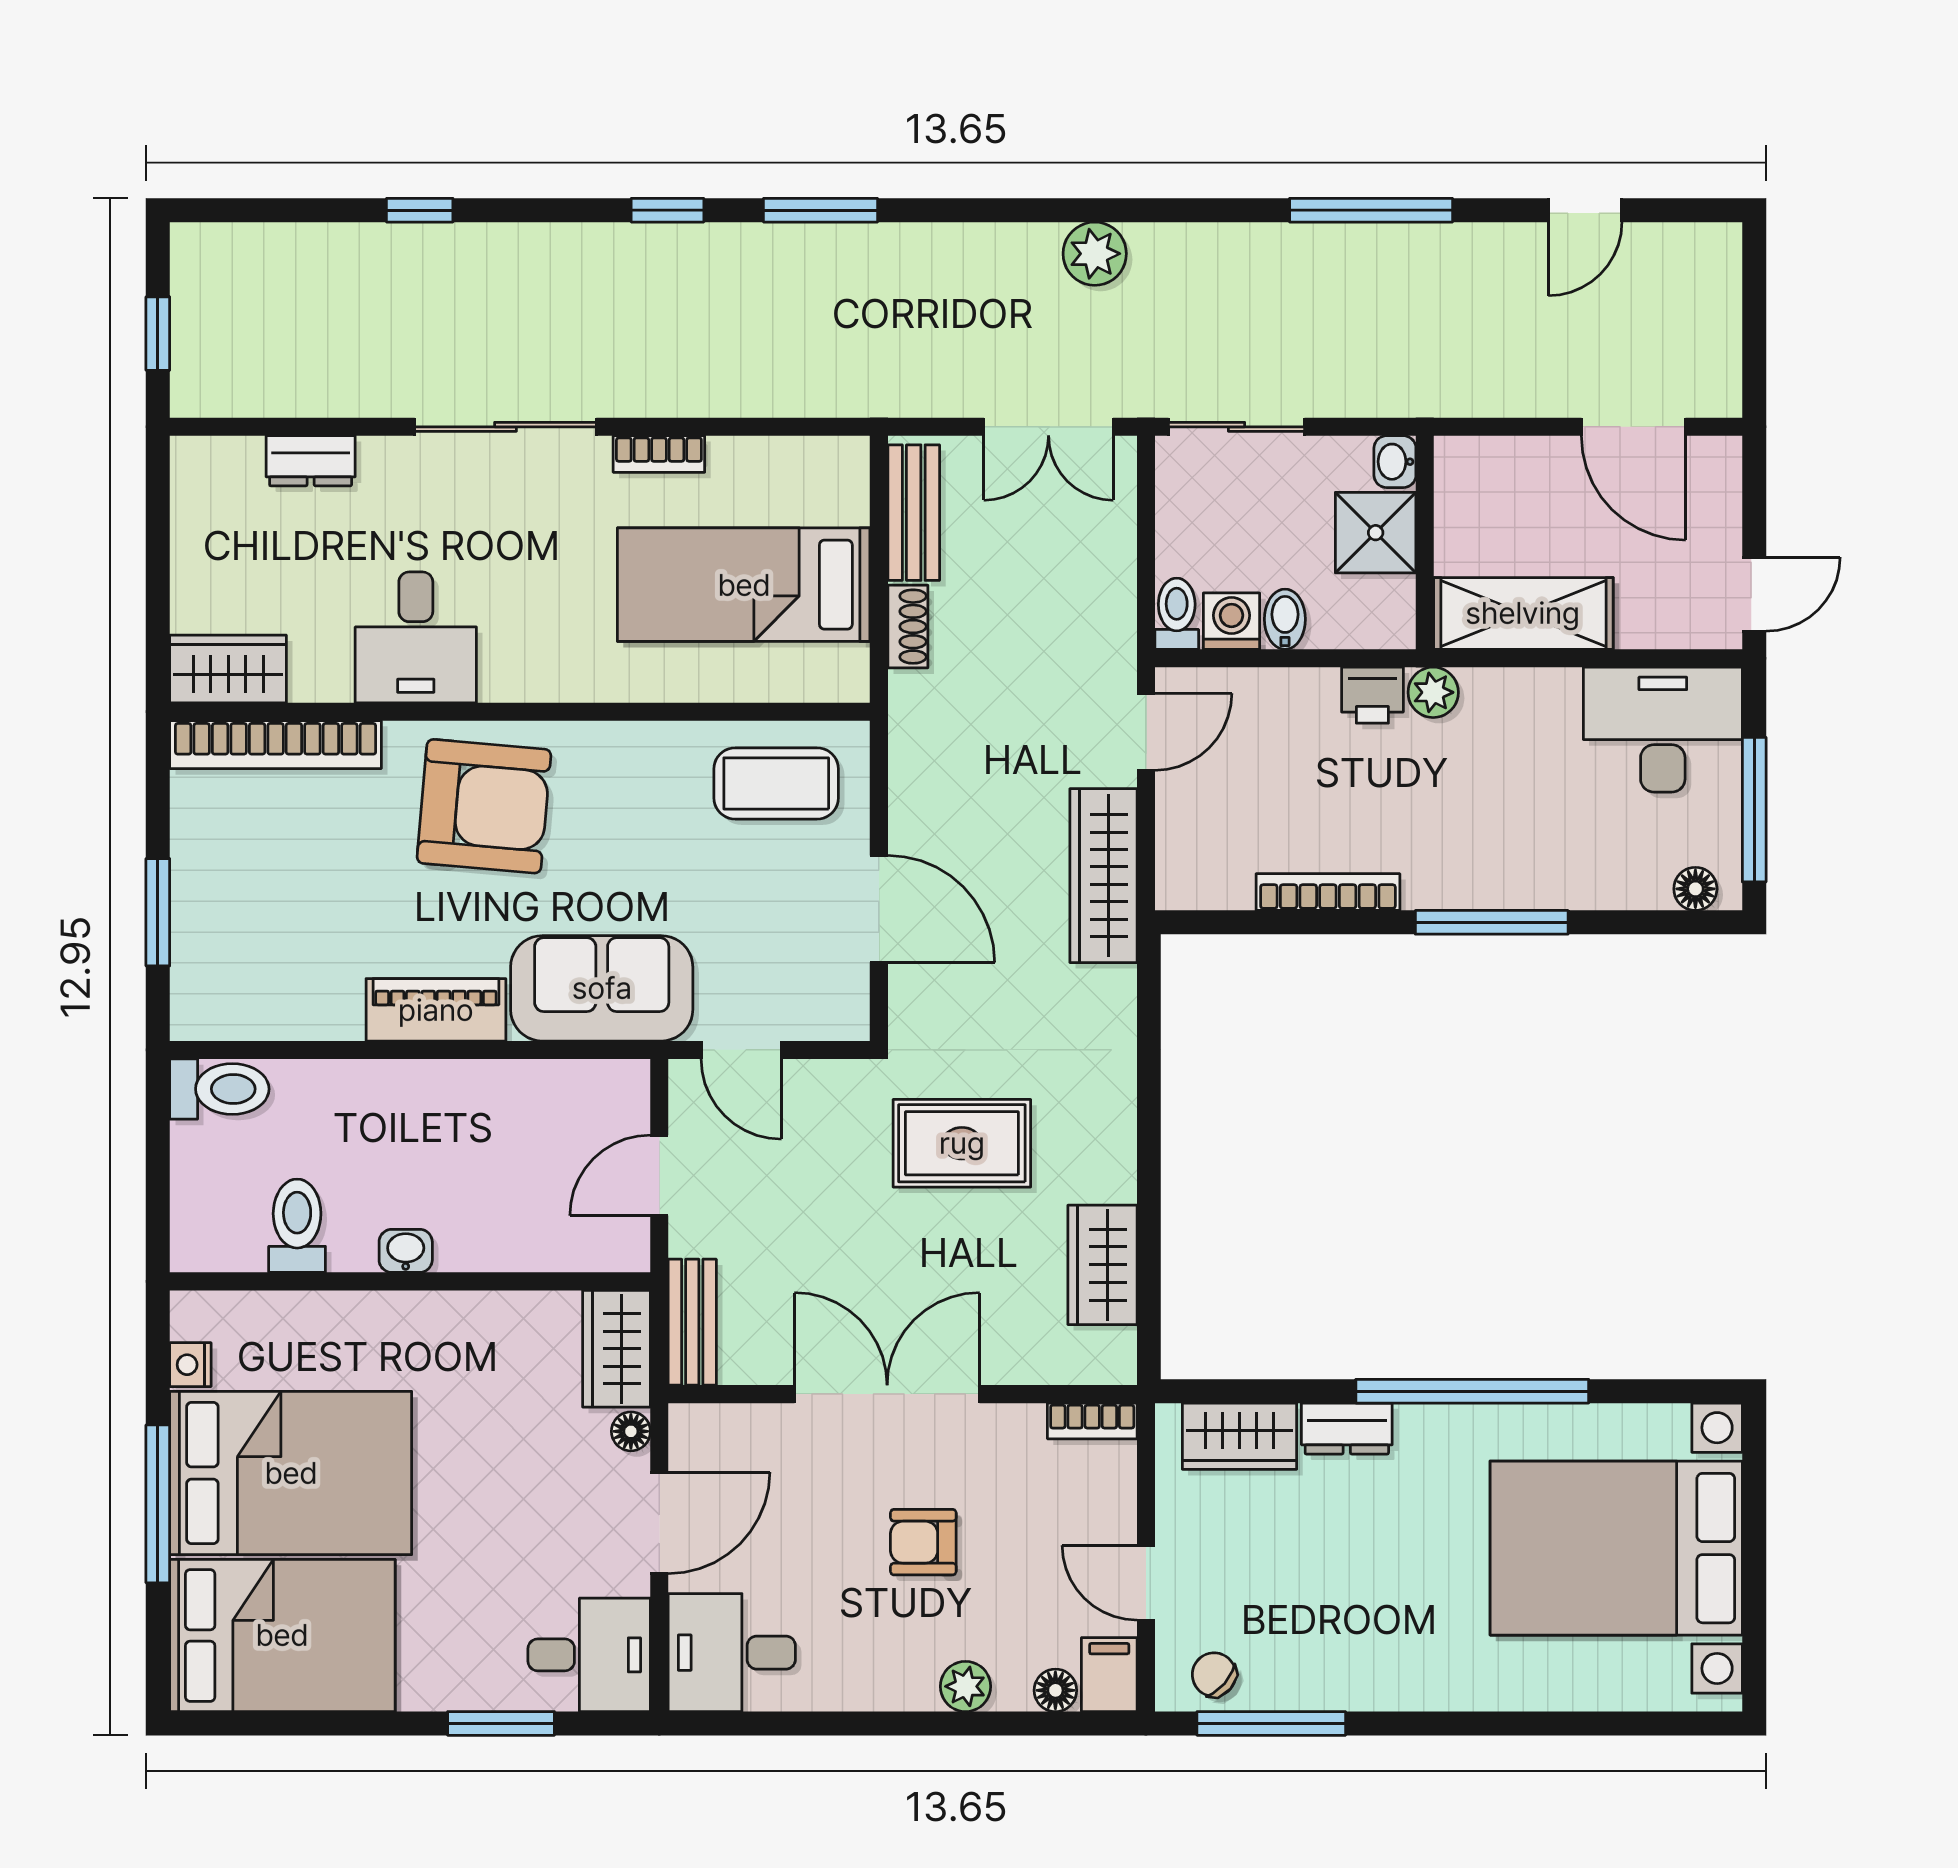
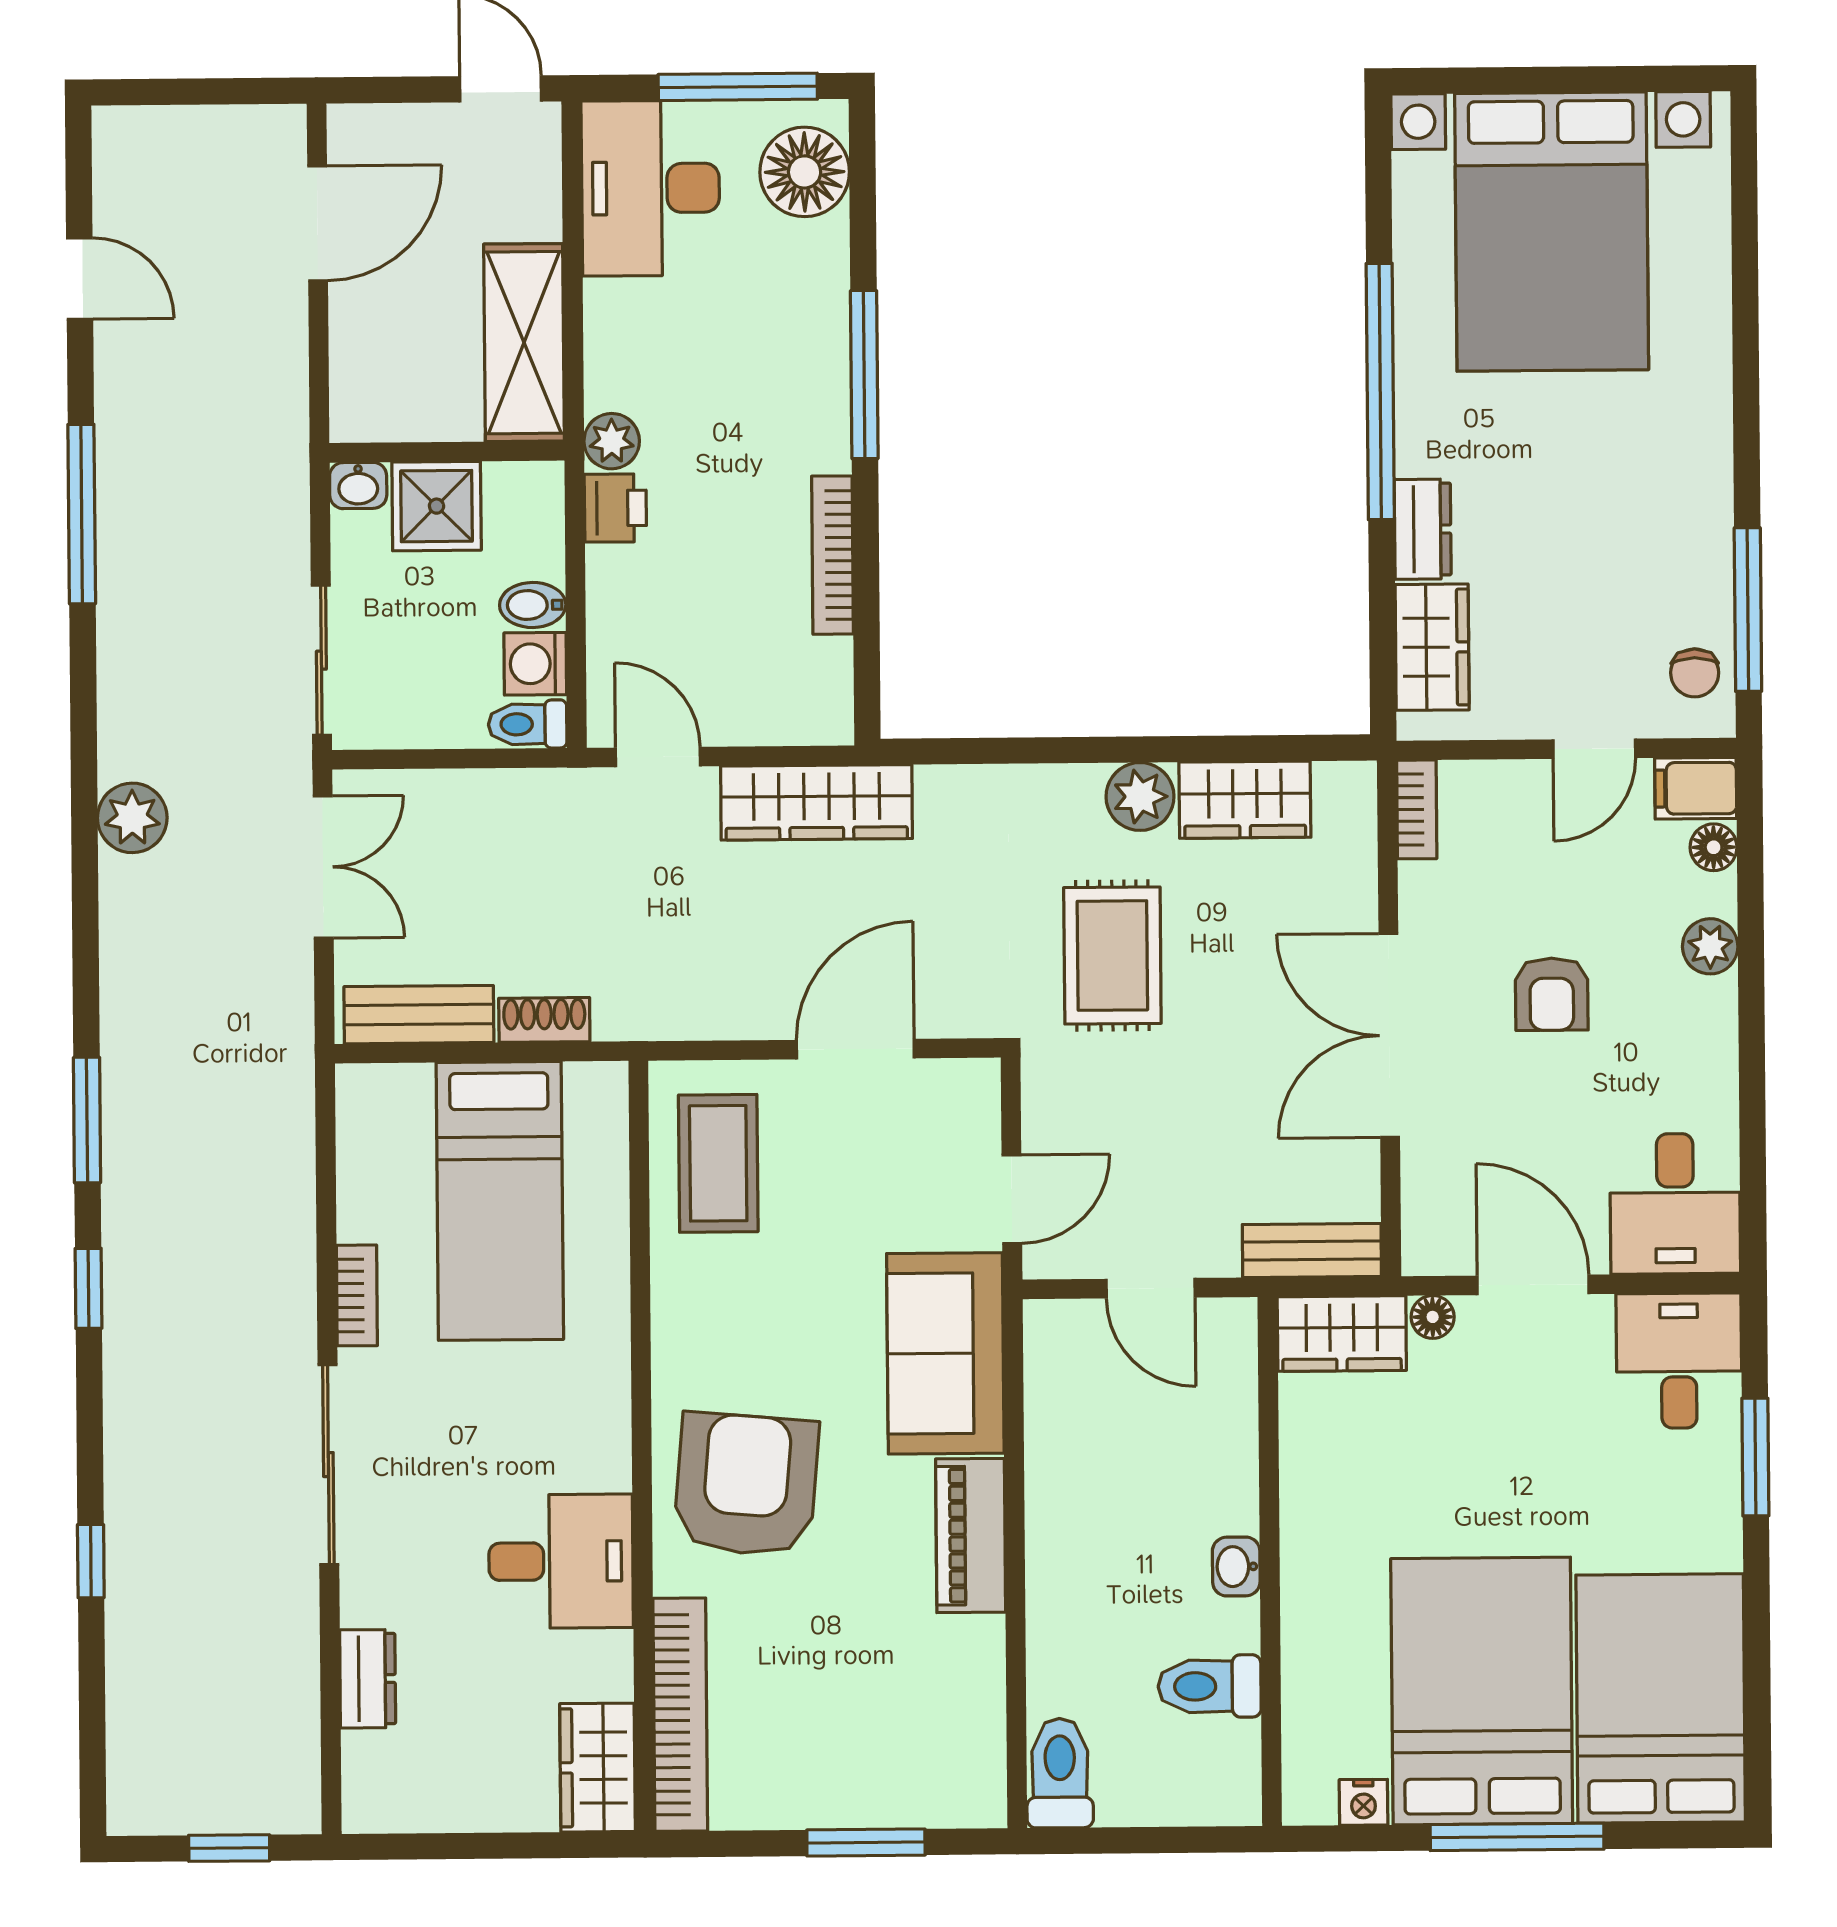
floor lamp: (1695, 889) -> (805, 172), width x1.89, depth x1.89
plant: (1106, 1170) -> (1140, 797), added
chair: (1214, 1675) -> (1695, 673), turned -41

